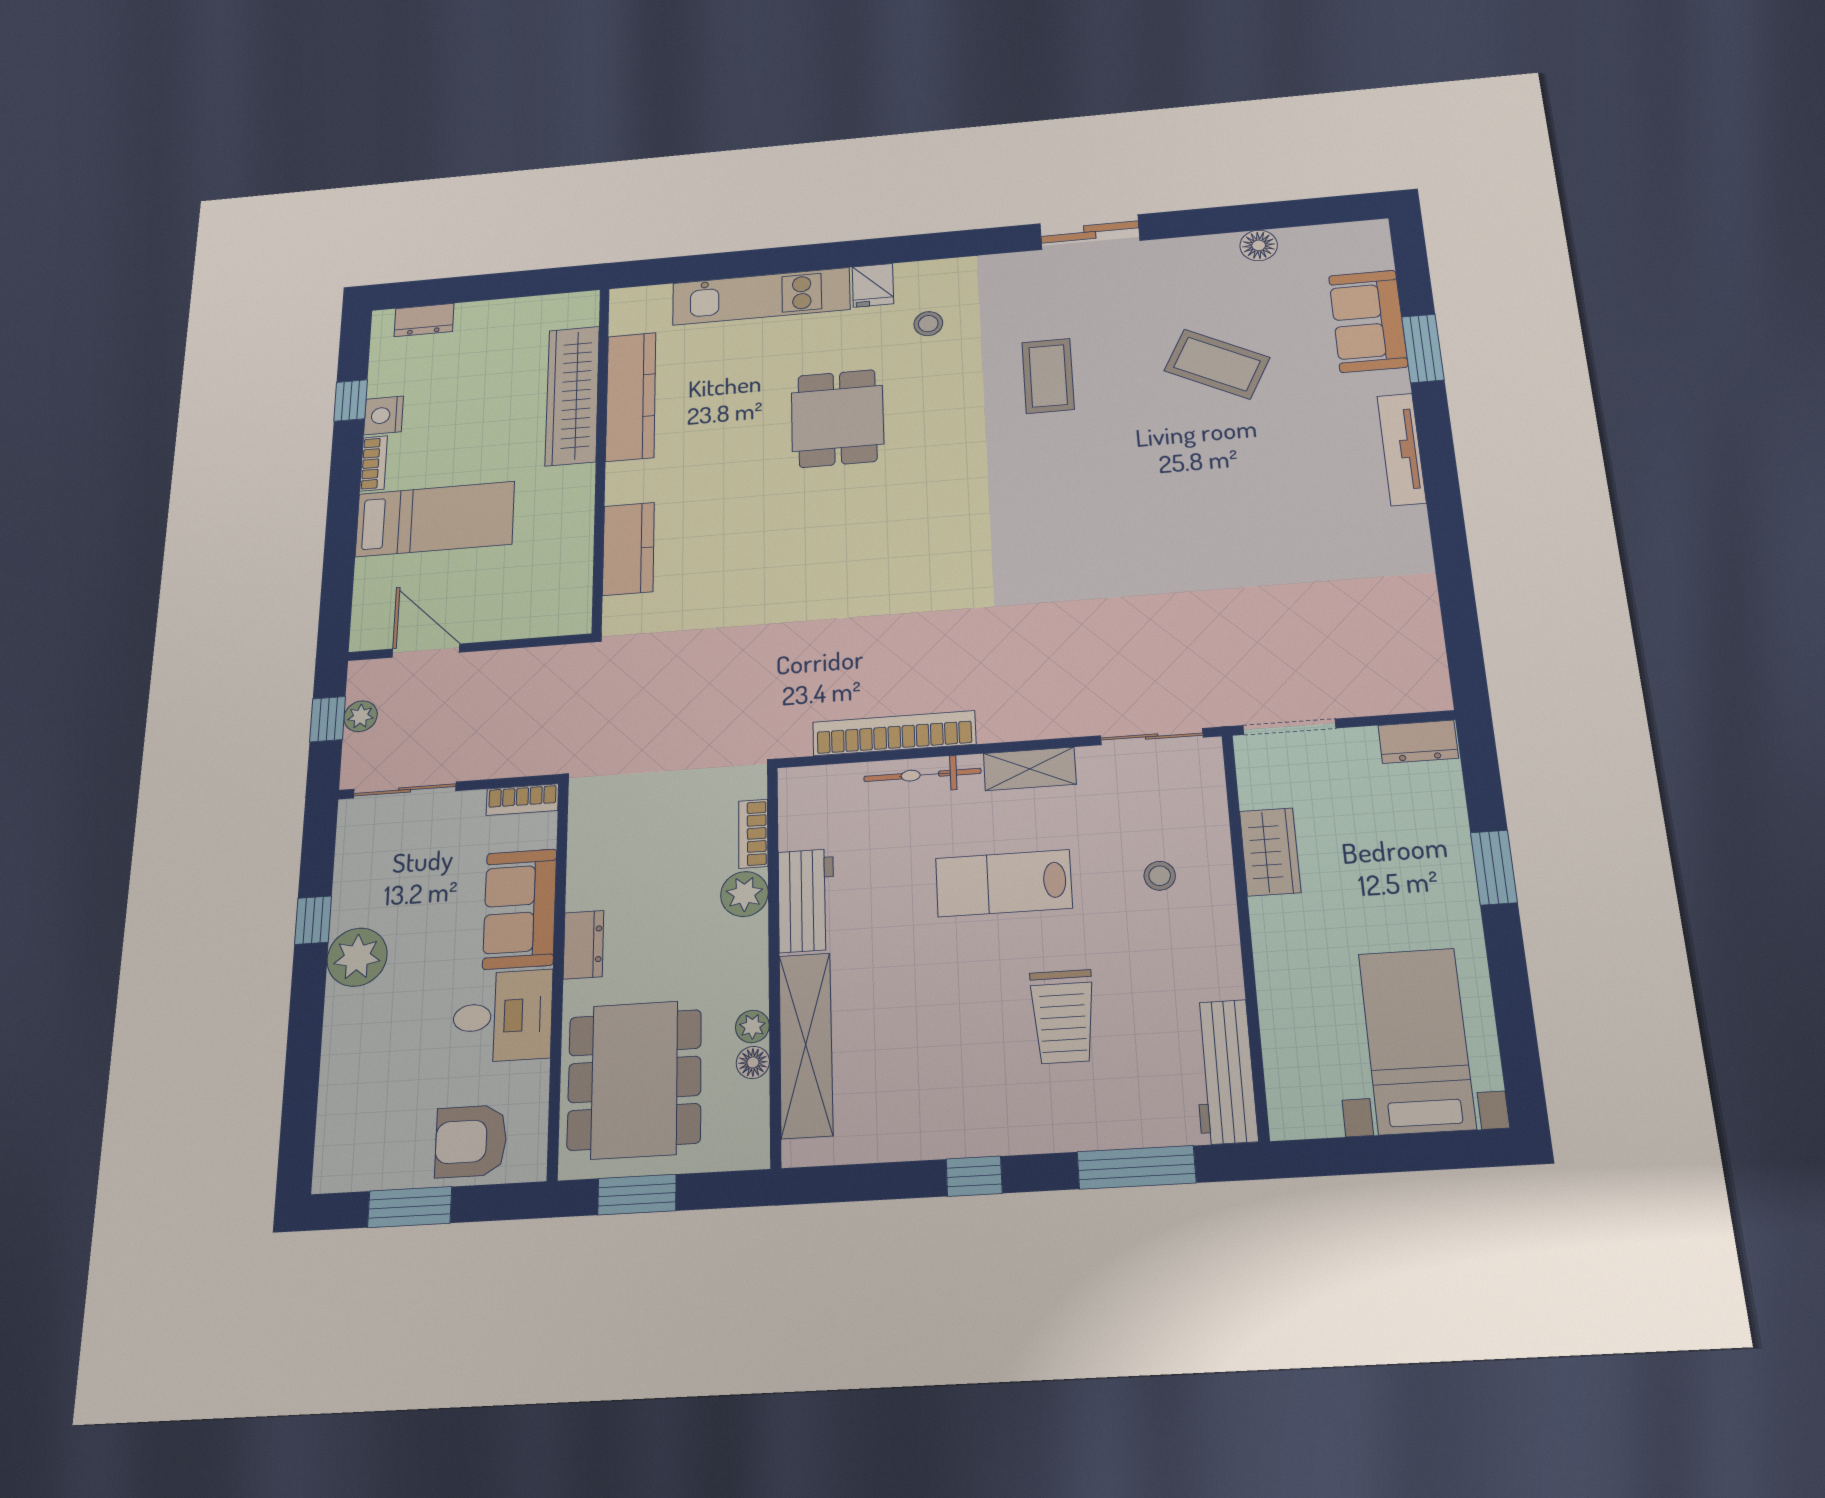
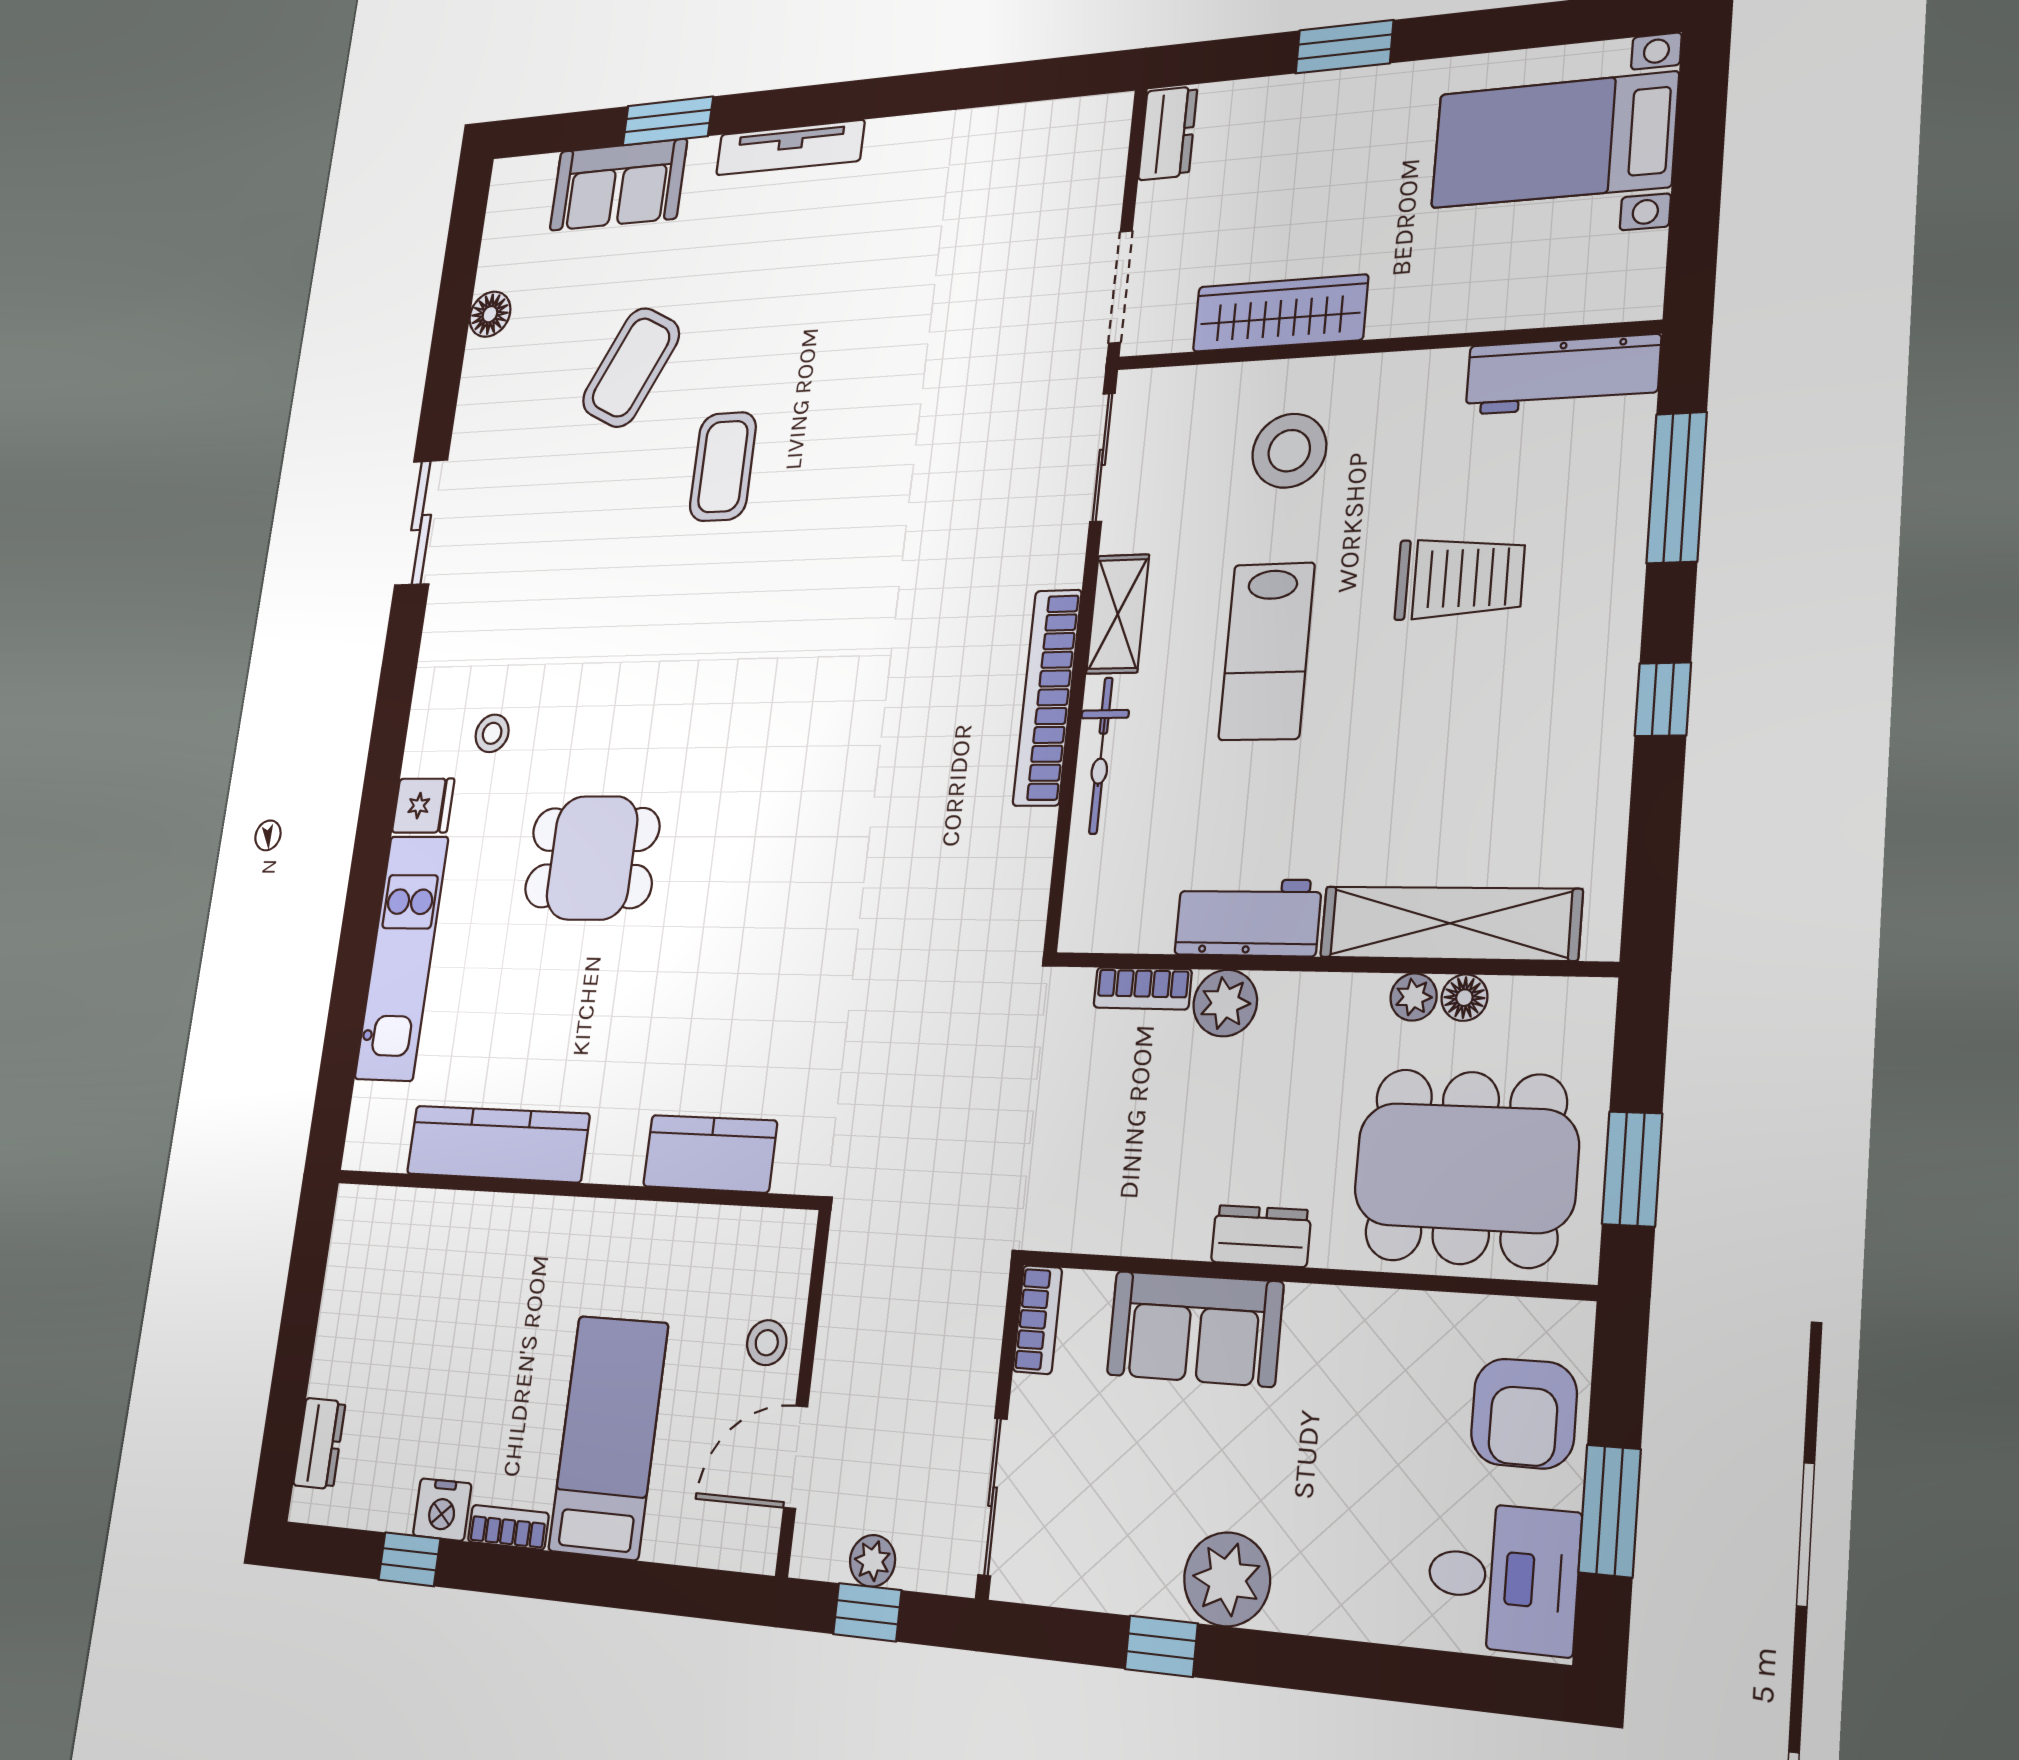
coffee table: (1048, 376) -> (723, 467), moved, turned 90
wardrobe: (572, 396) -> (477, 1228), removed
stool: (501, 615) -> (767, 1343), added
bookcase: (894, 733) -> (1047, 697), moved
wardrobe: (1270, 852) -> (1280, 313), width x1.50
stool: (1160, 876) -> (1289, 451), width x1.89, depth x1.89
desk: (503, 1016) -> (1503, 1578), moved, turned 90

